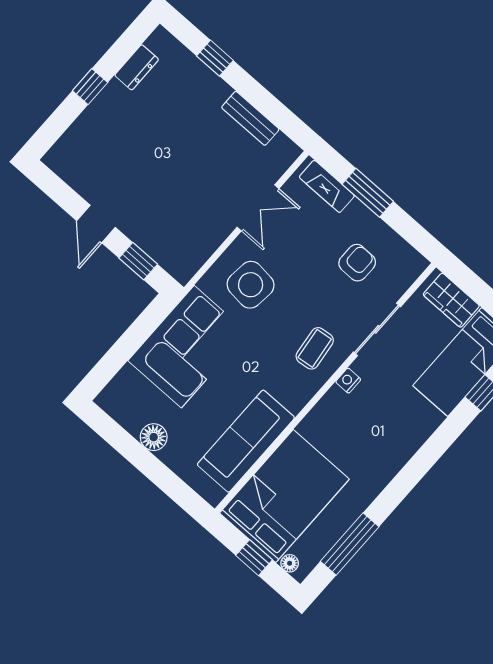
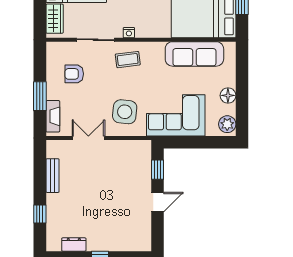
plant: (117, 403) -> (227, 124), added

